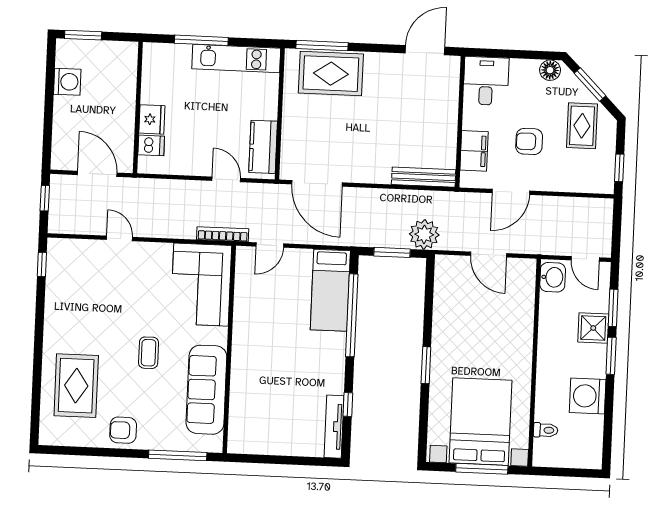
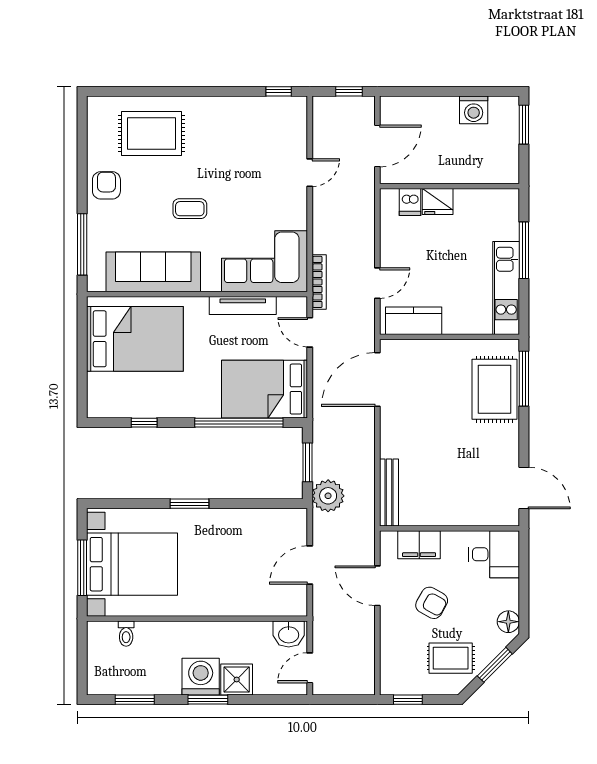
armchair: (529, 141) -> (432, 603), turned 119
bed: (330, 290) -> (265, 389), width x1.50
window: (613, 308) -> (135, 700), moved
washing machine: (588, 396) -> (201, 677), moved
bed: (269, 410) -> (135, 339), added
tv unit: (334, 427) -> (243, 305), moved, turned 180

